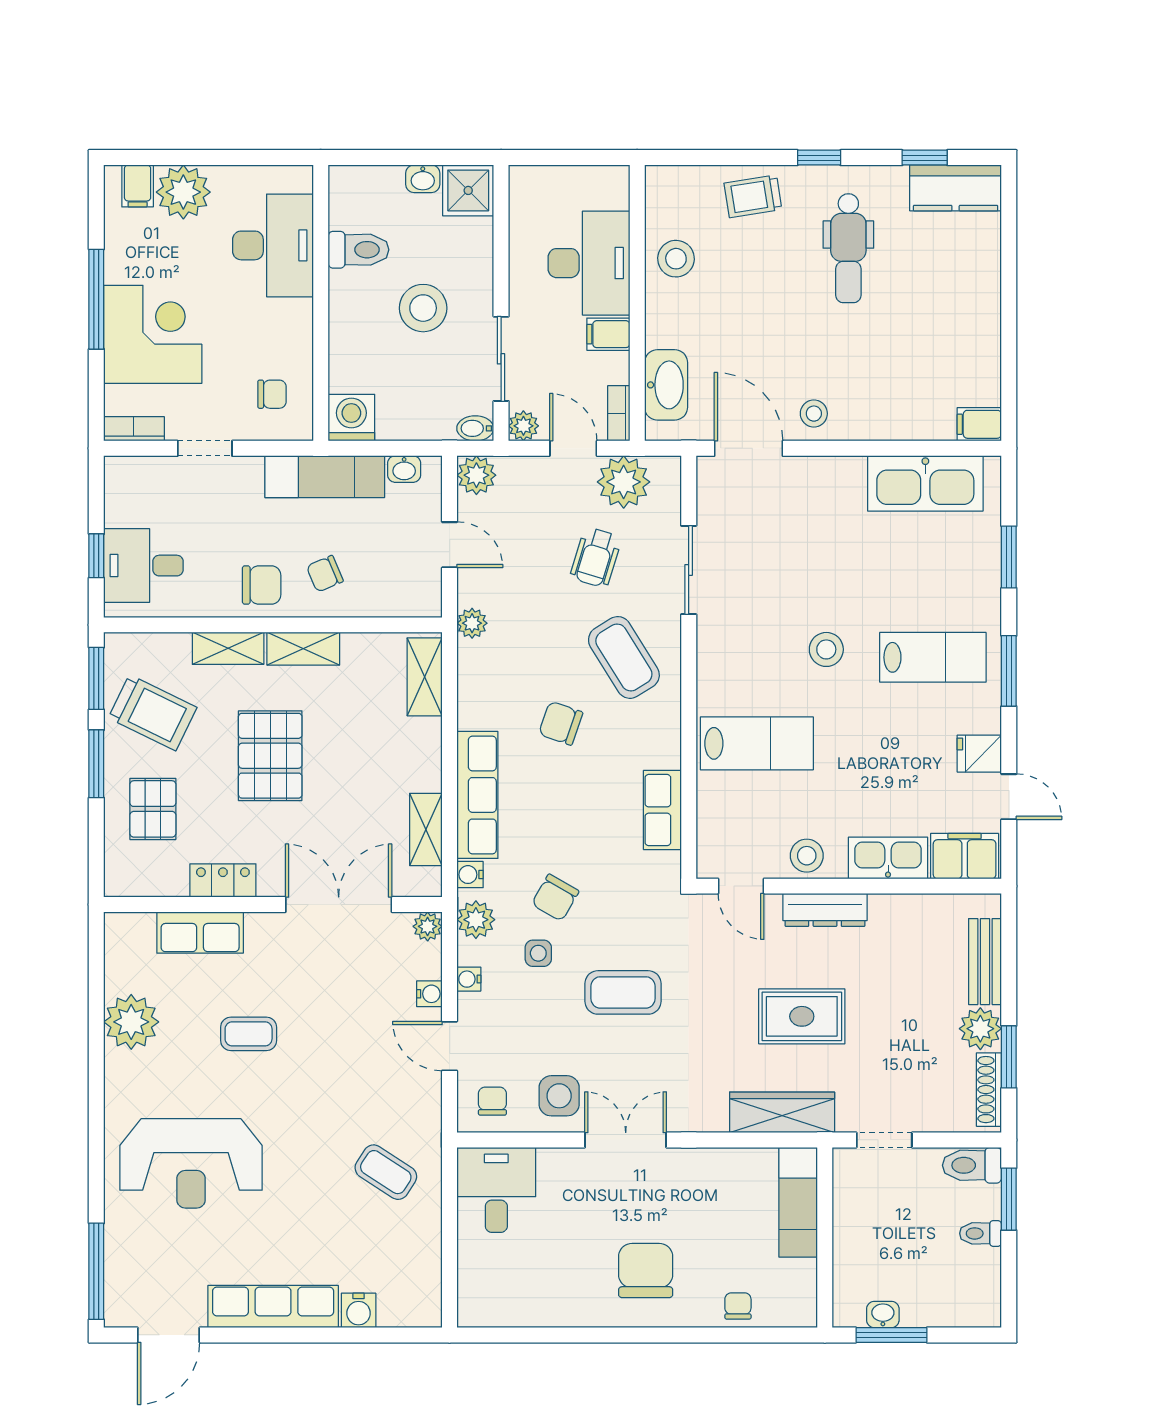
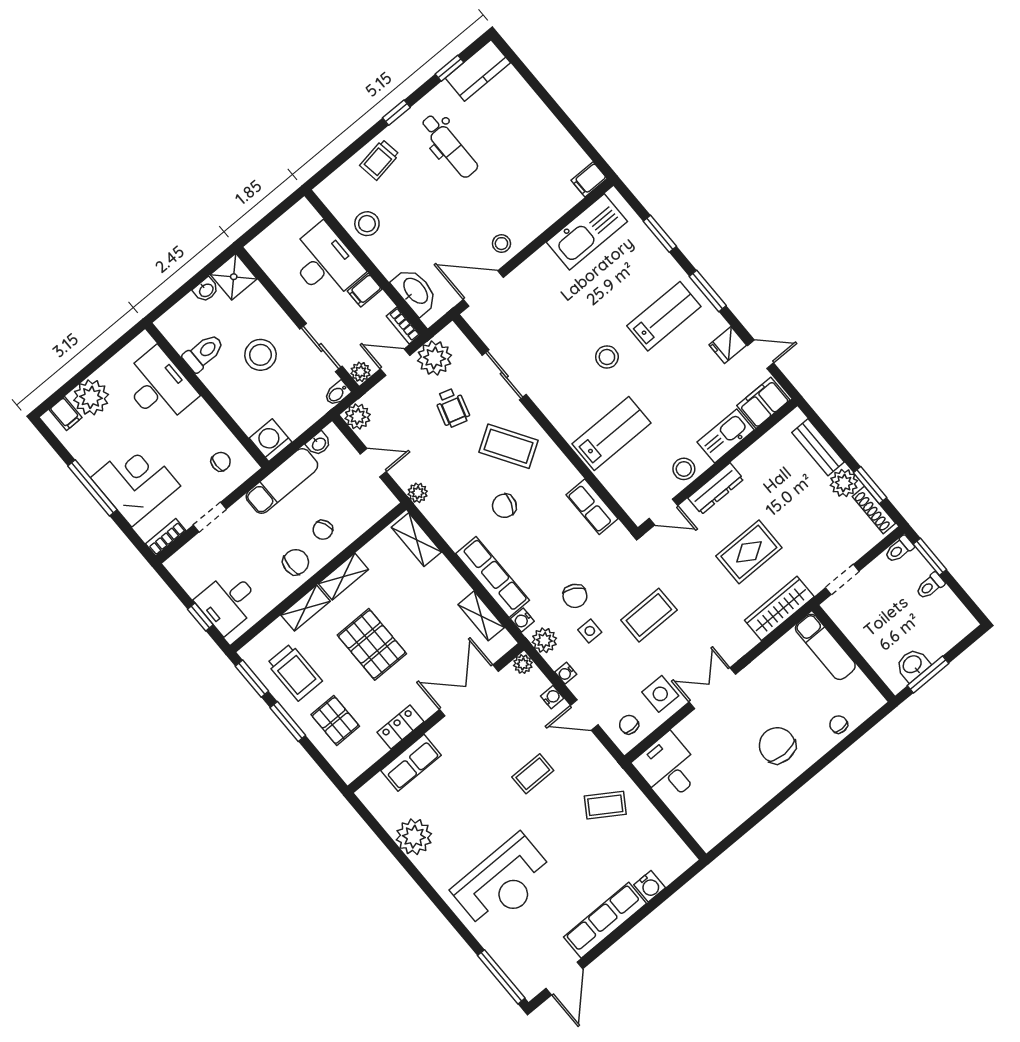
trolley: (153, 713) -> (295, 672), turned 64
coffee table: (249, 1034) -> (533, 774), moved
toilet: (972, 1165) -> (899, 549), width x0.73, depth x0.72
washbasin: (883, 1314) -> (913, 665), width x1.38, depth x1.45

